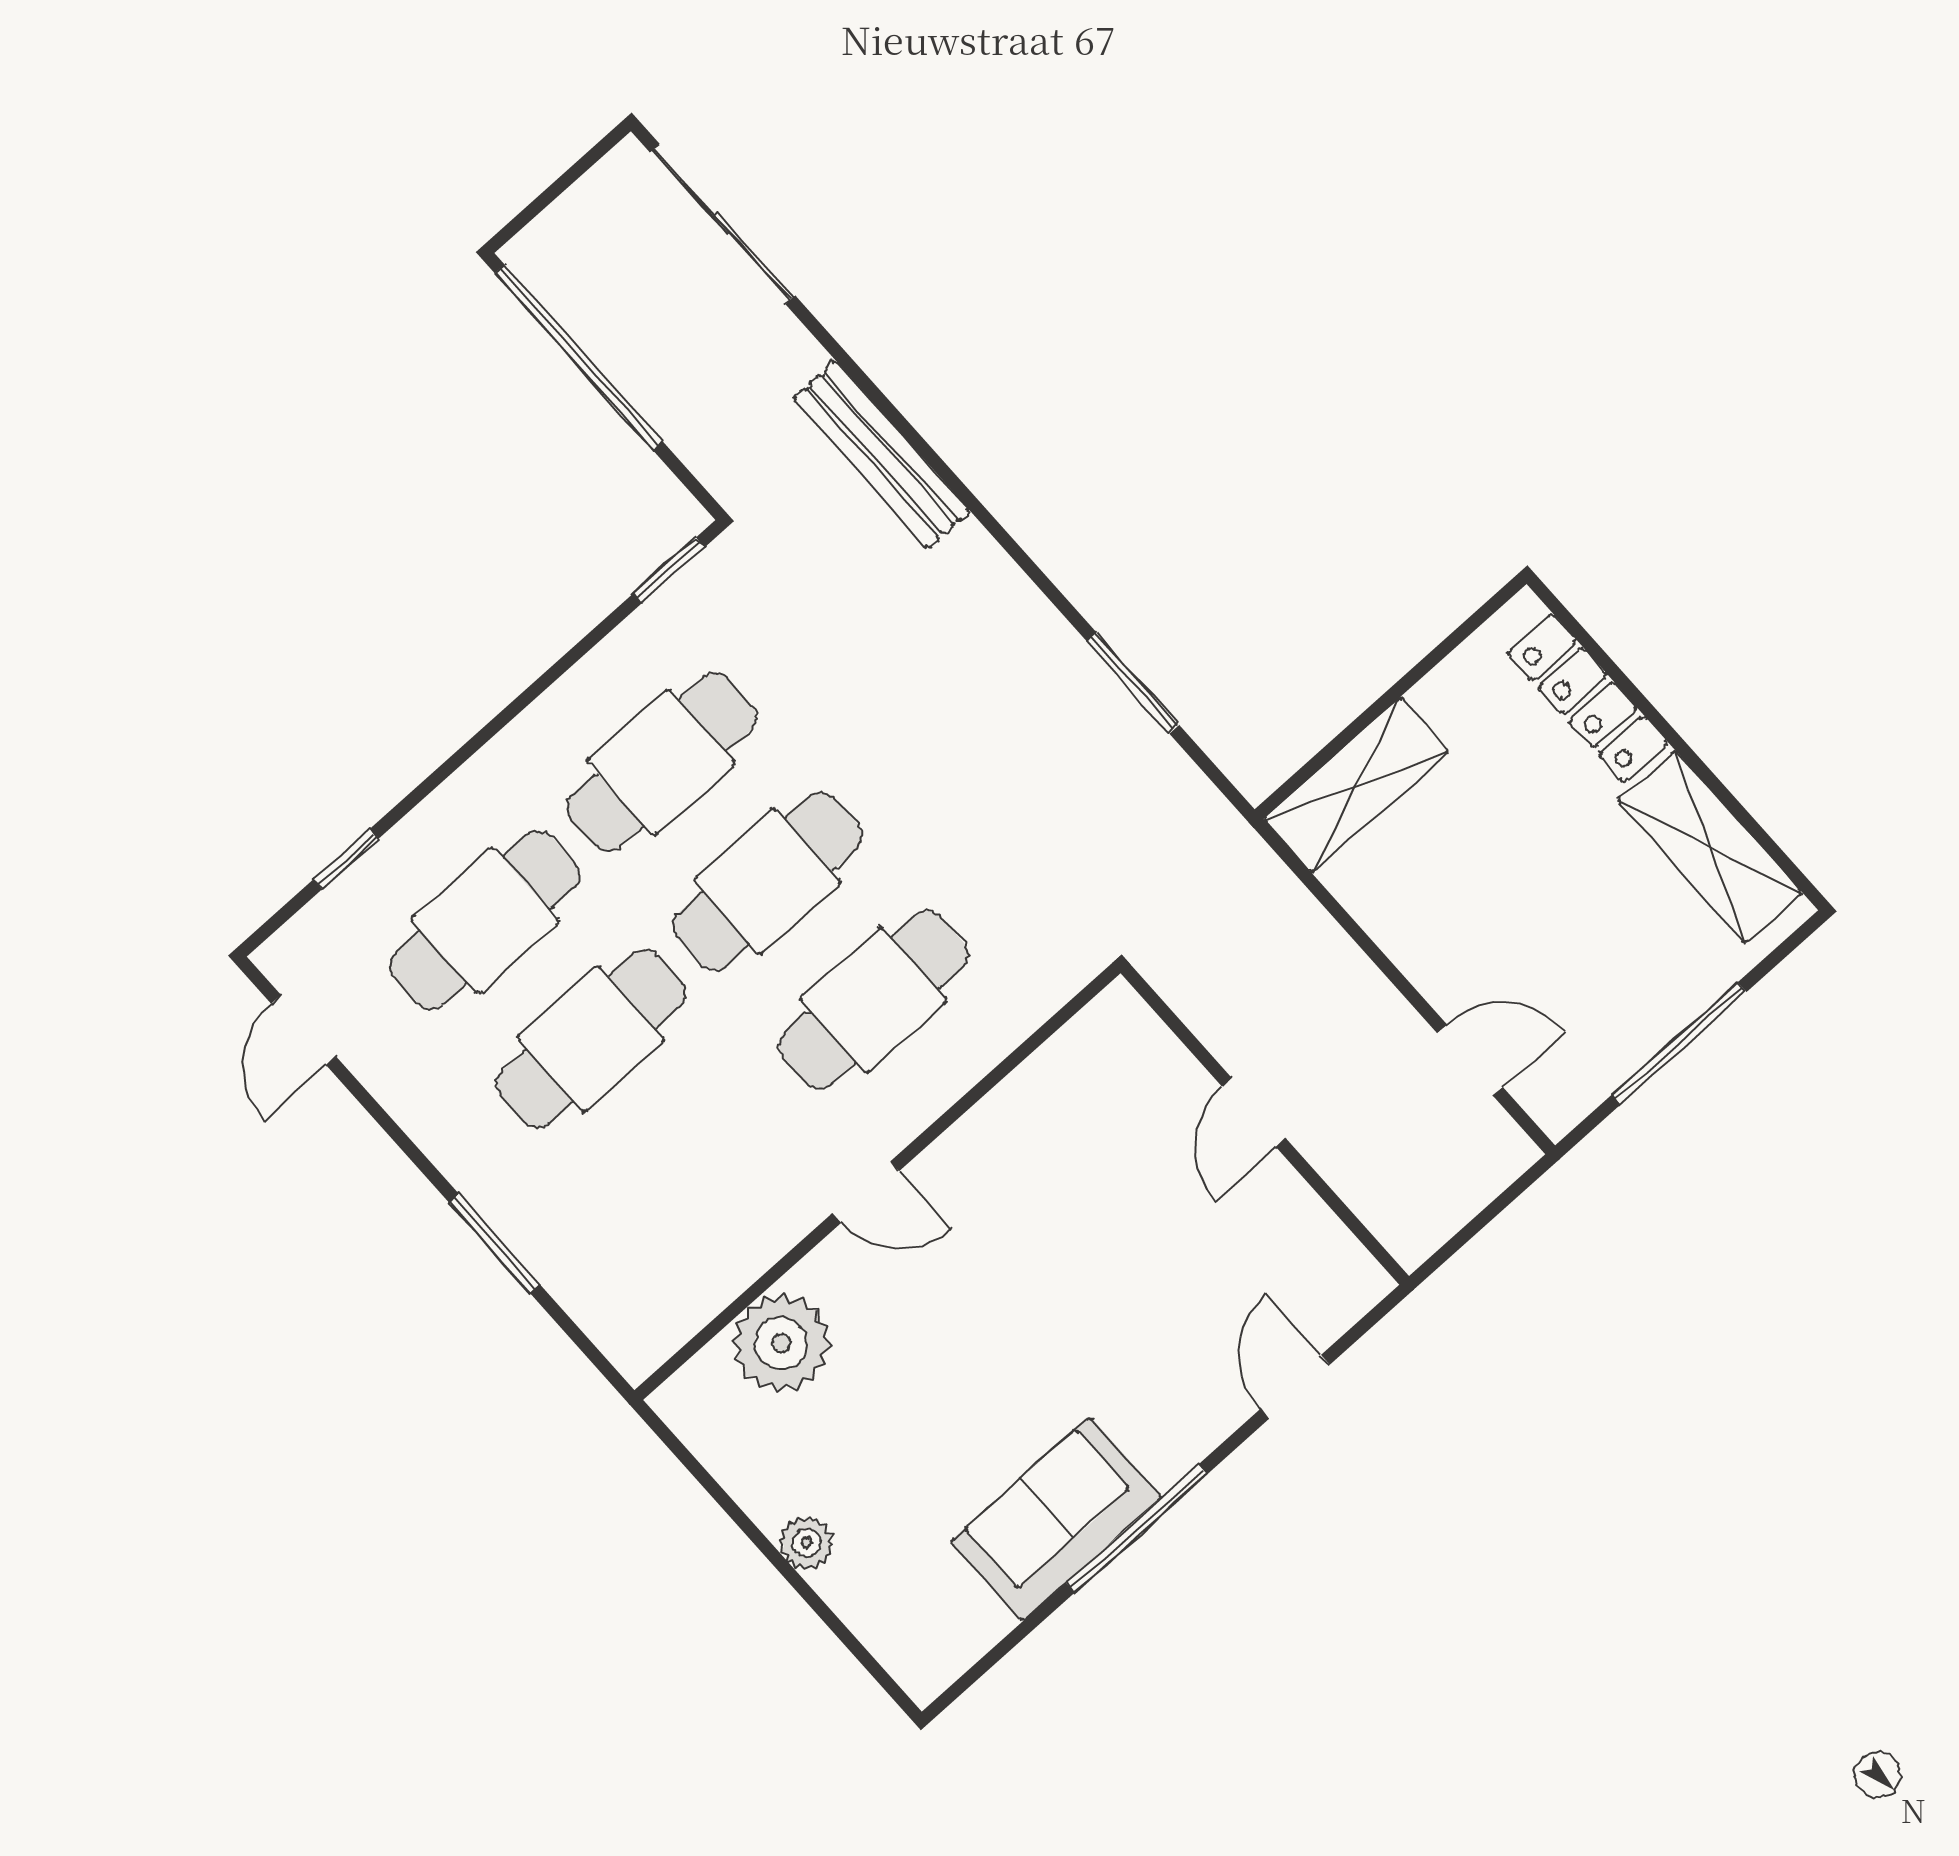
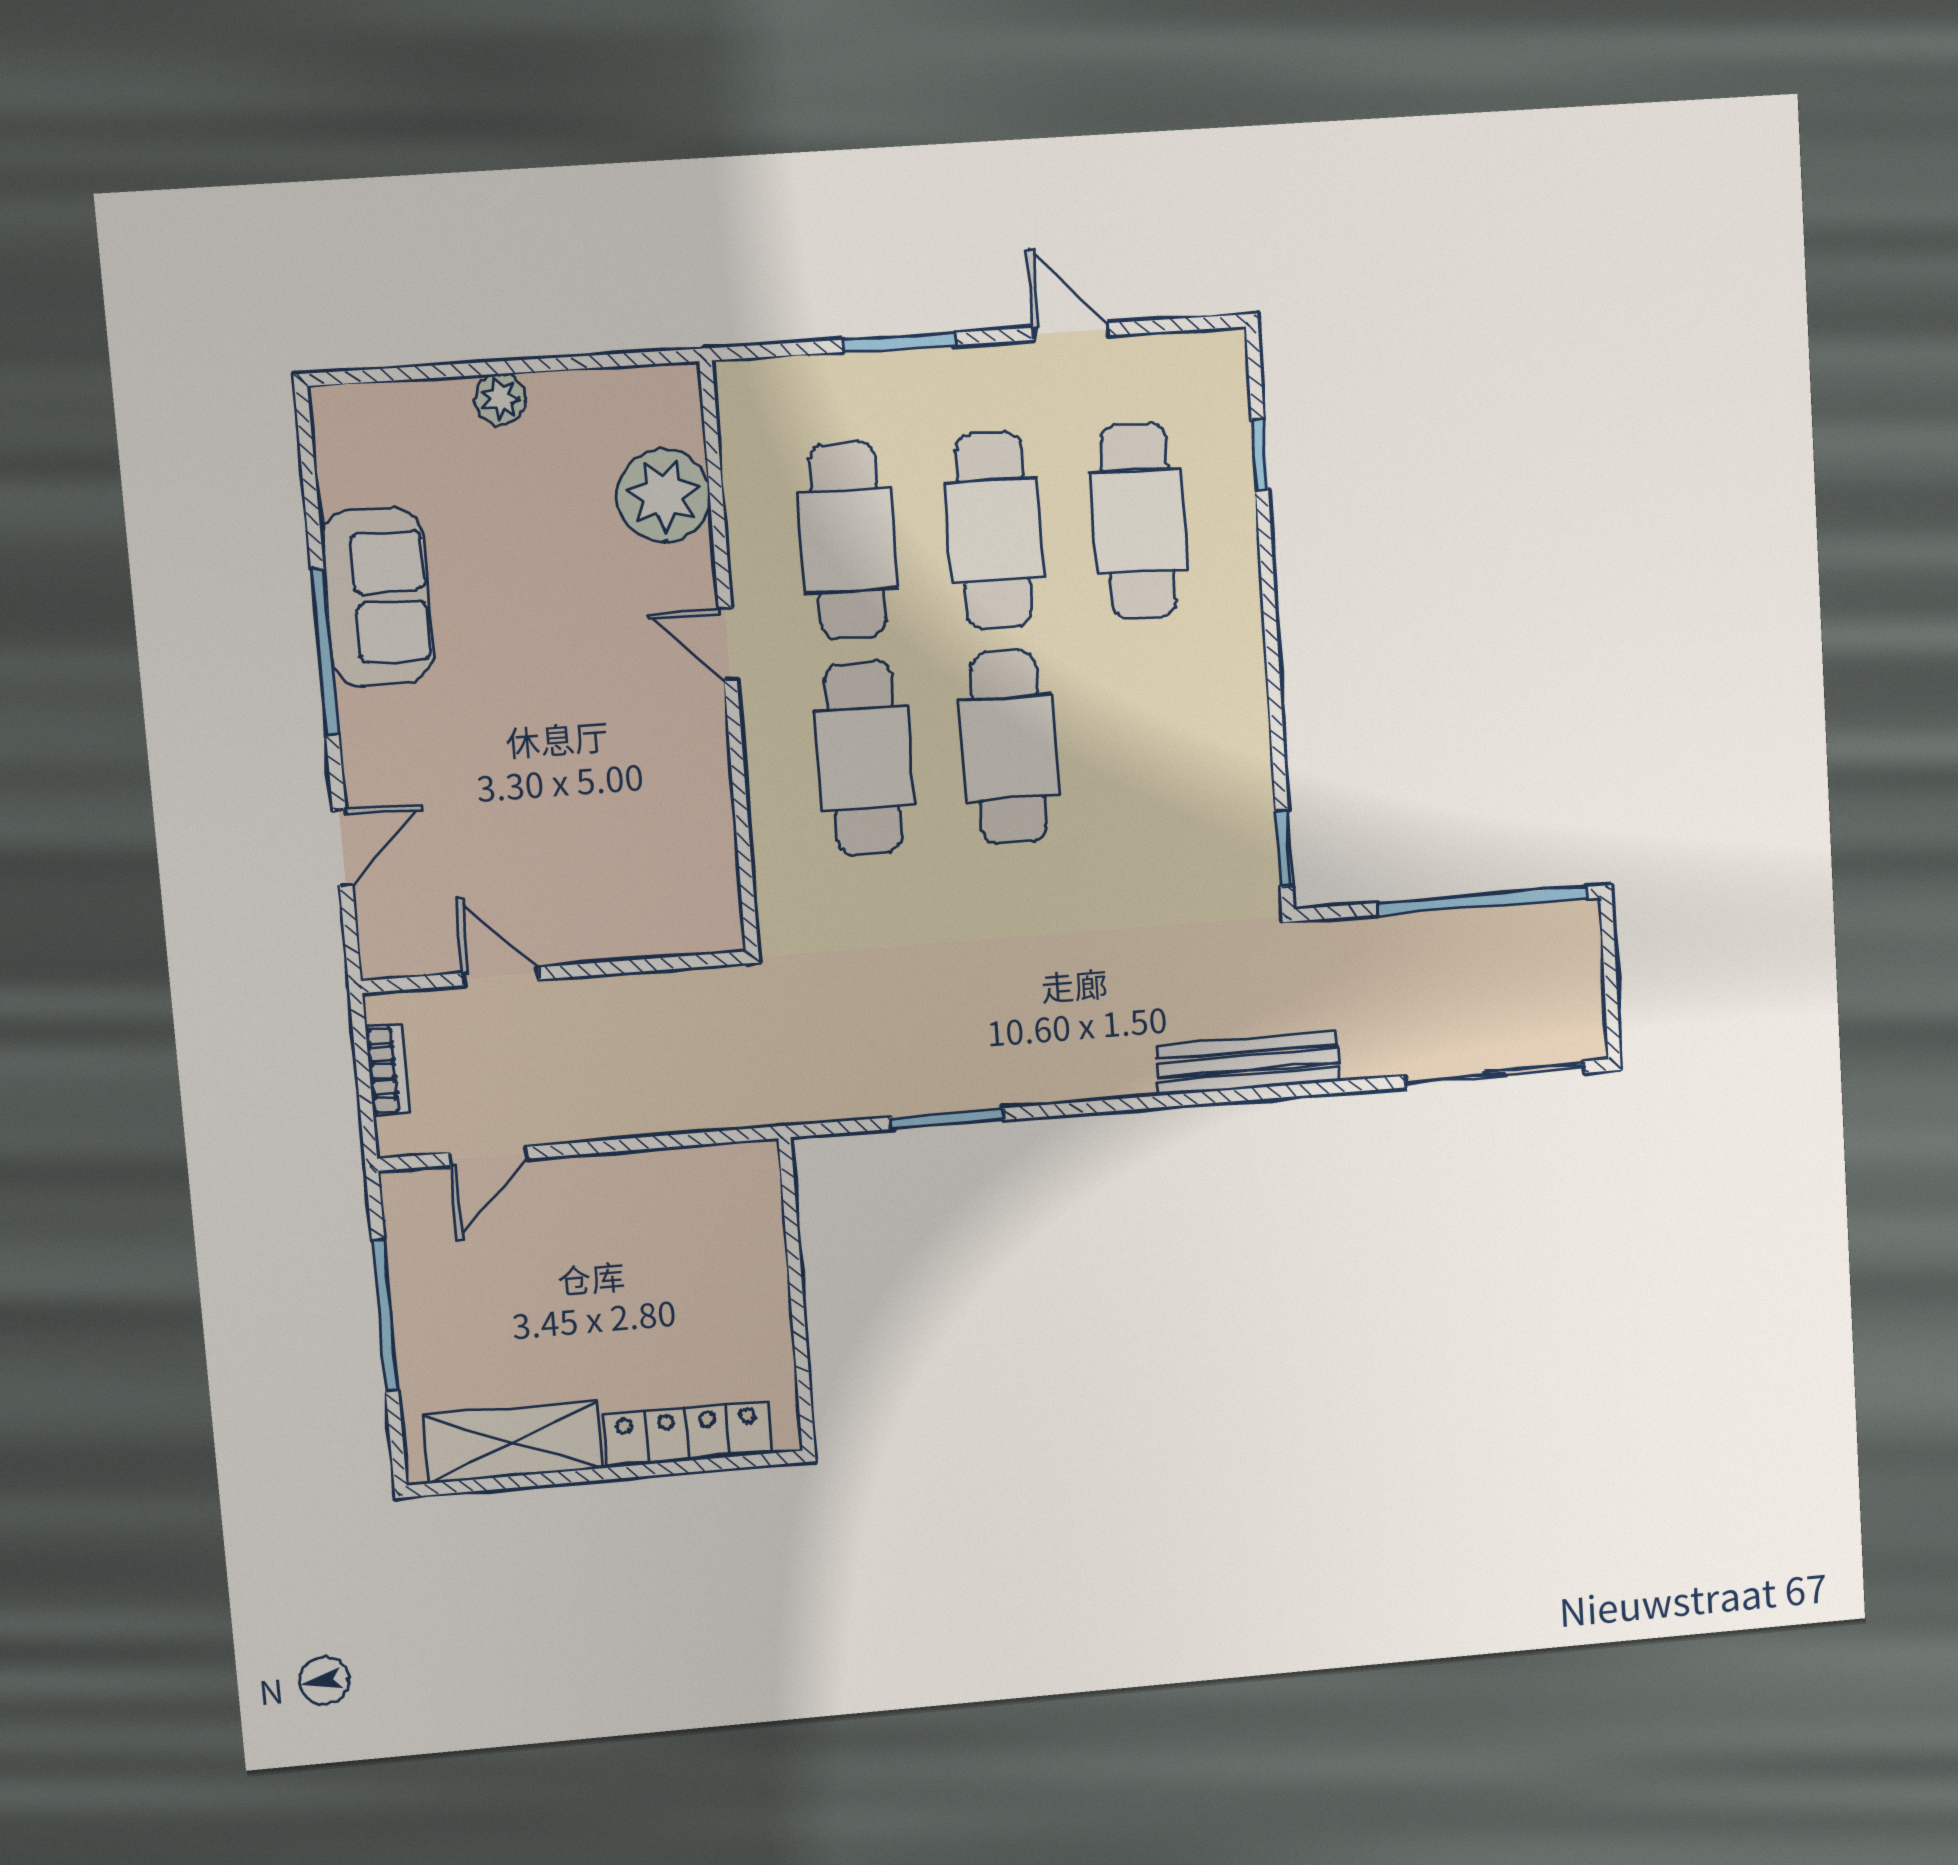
cafe table: (661, 762) -> (848, 541), moved
shelving: (1356, 785) -> (752, 1223), removed
door: (304, 1030) -> (1071, 331), moved
door: (1254, 1112) -> (501, 976), moved
door: (866, 1192) -> (728, 644), hinge flipped
bookcase: (1461, 1204) -> (387, 1070), added
door: (1295, 1387) -> (343, 848), hinge flipped

